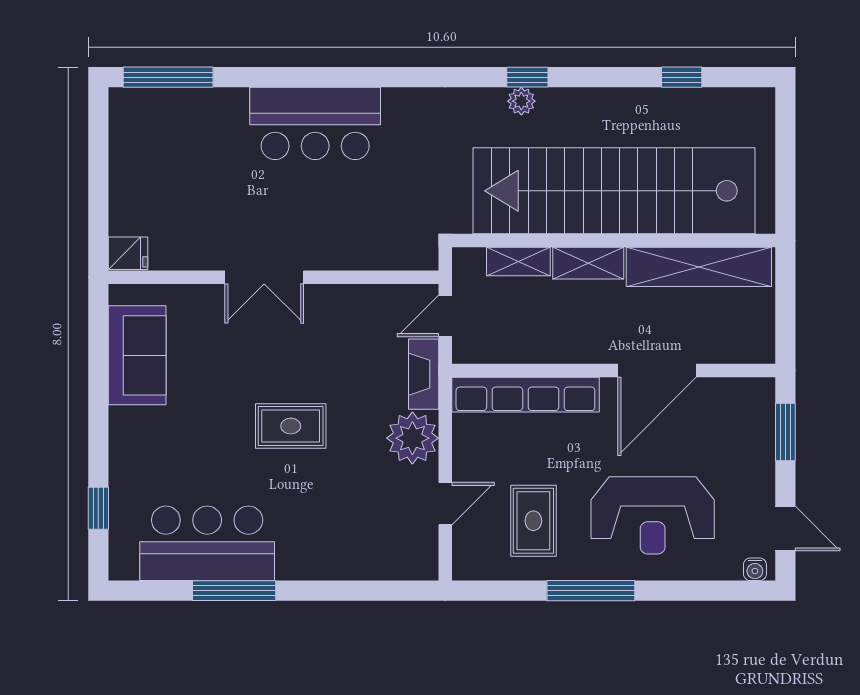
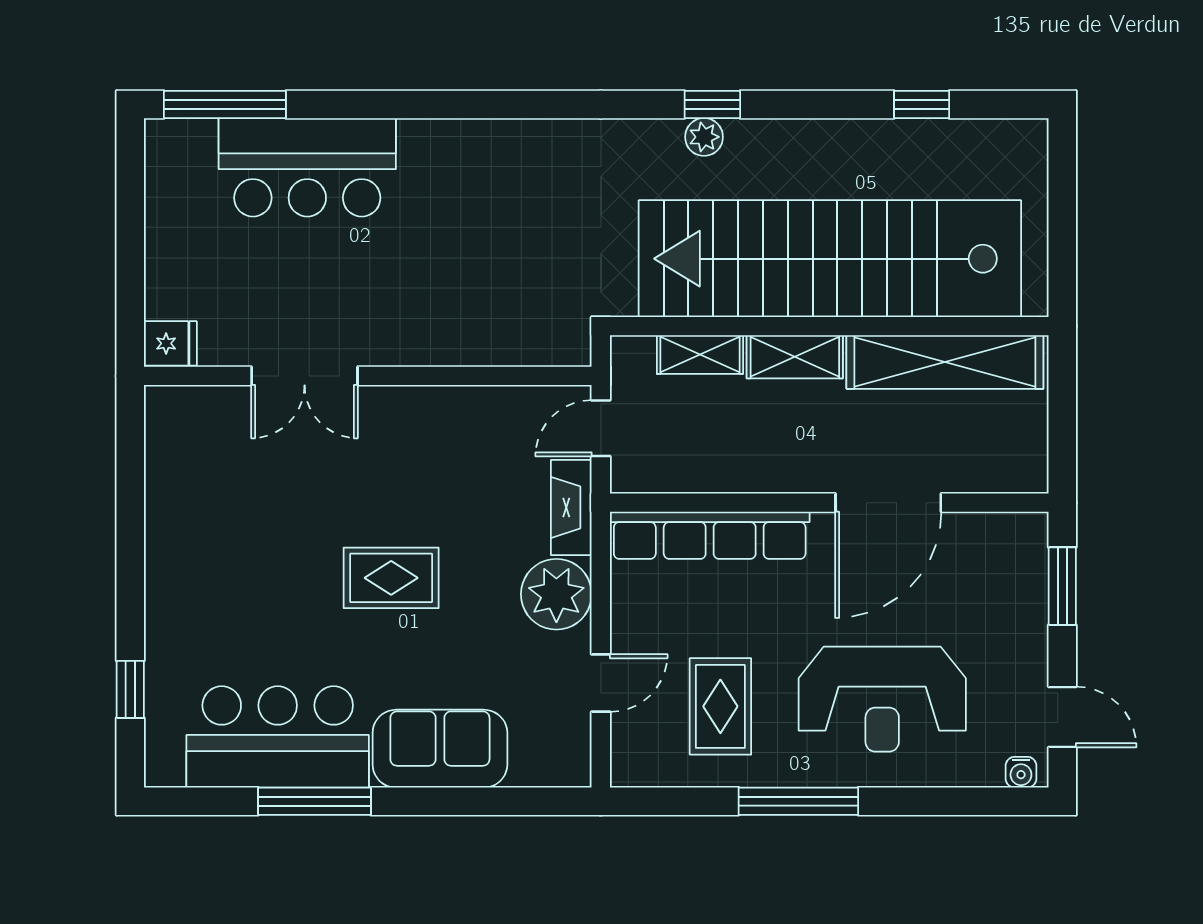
bar counter: (315, 123) -> (307, 167), moved
double door: (264, 277) -> (305, 376), moved
sofa: (137, 355) -> (440, 749), moved, turned -90

